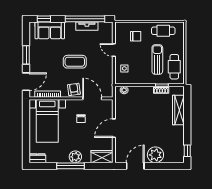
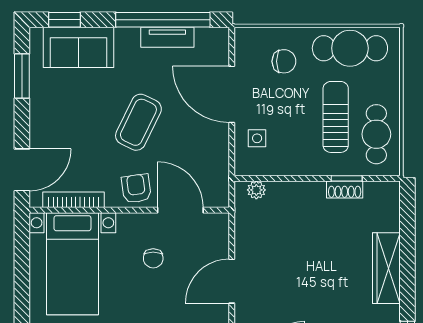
cafe table: (163, 31) -> (350, 48), width x1.37, depth x1.35
door: (114, 50) -> (232, 94), width x1.87
window: (26, 55) -> (22, 76), moved
coffee table: (75, 62) -> (138, 122), turned -64
wardrobe: (178, 110) -> (386, 268), moved

